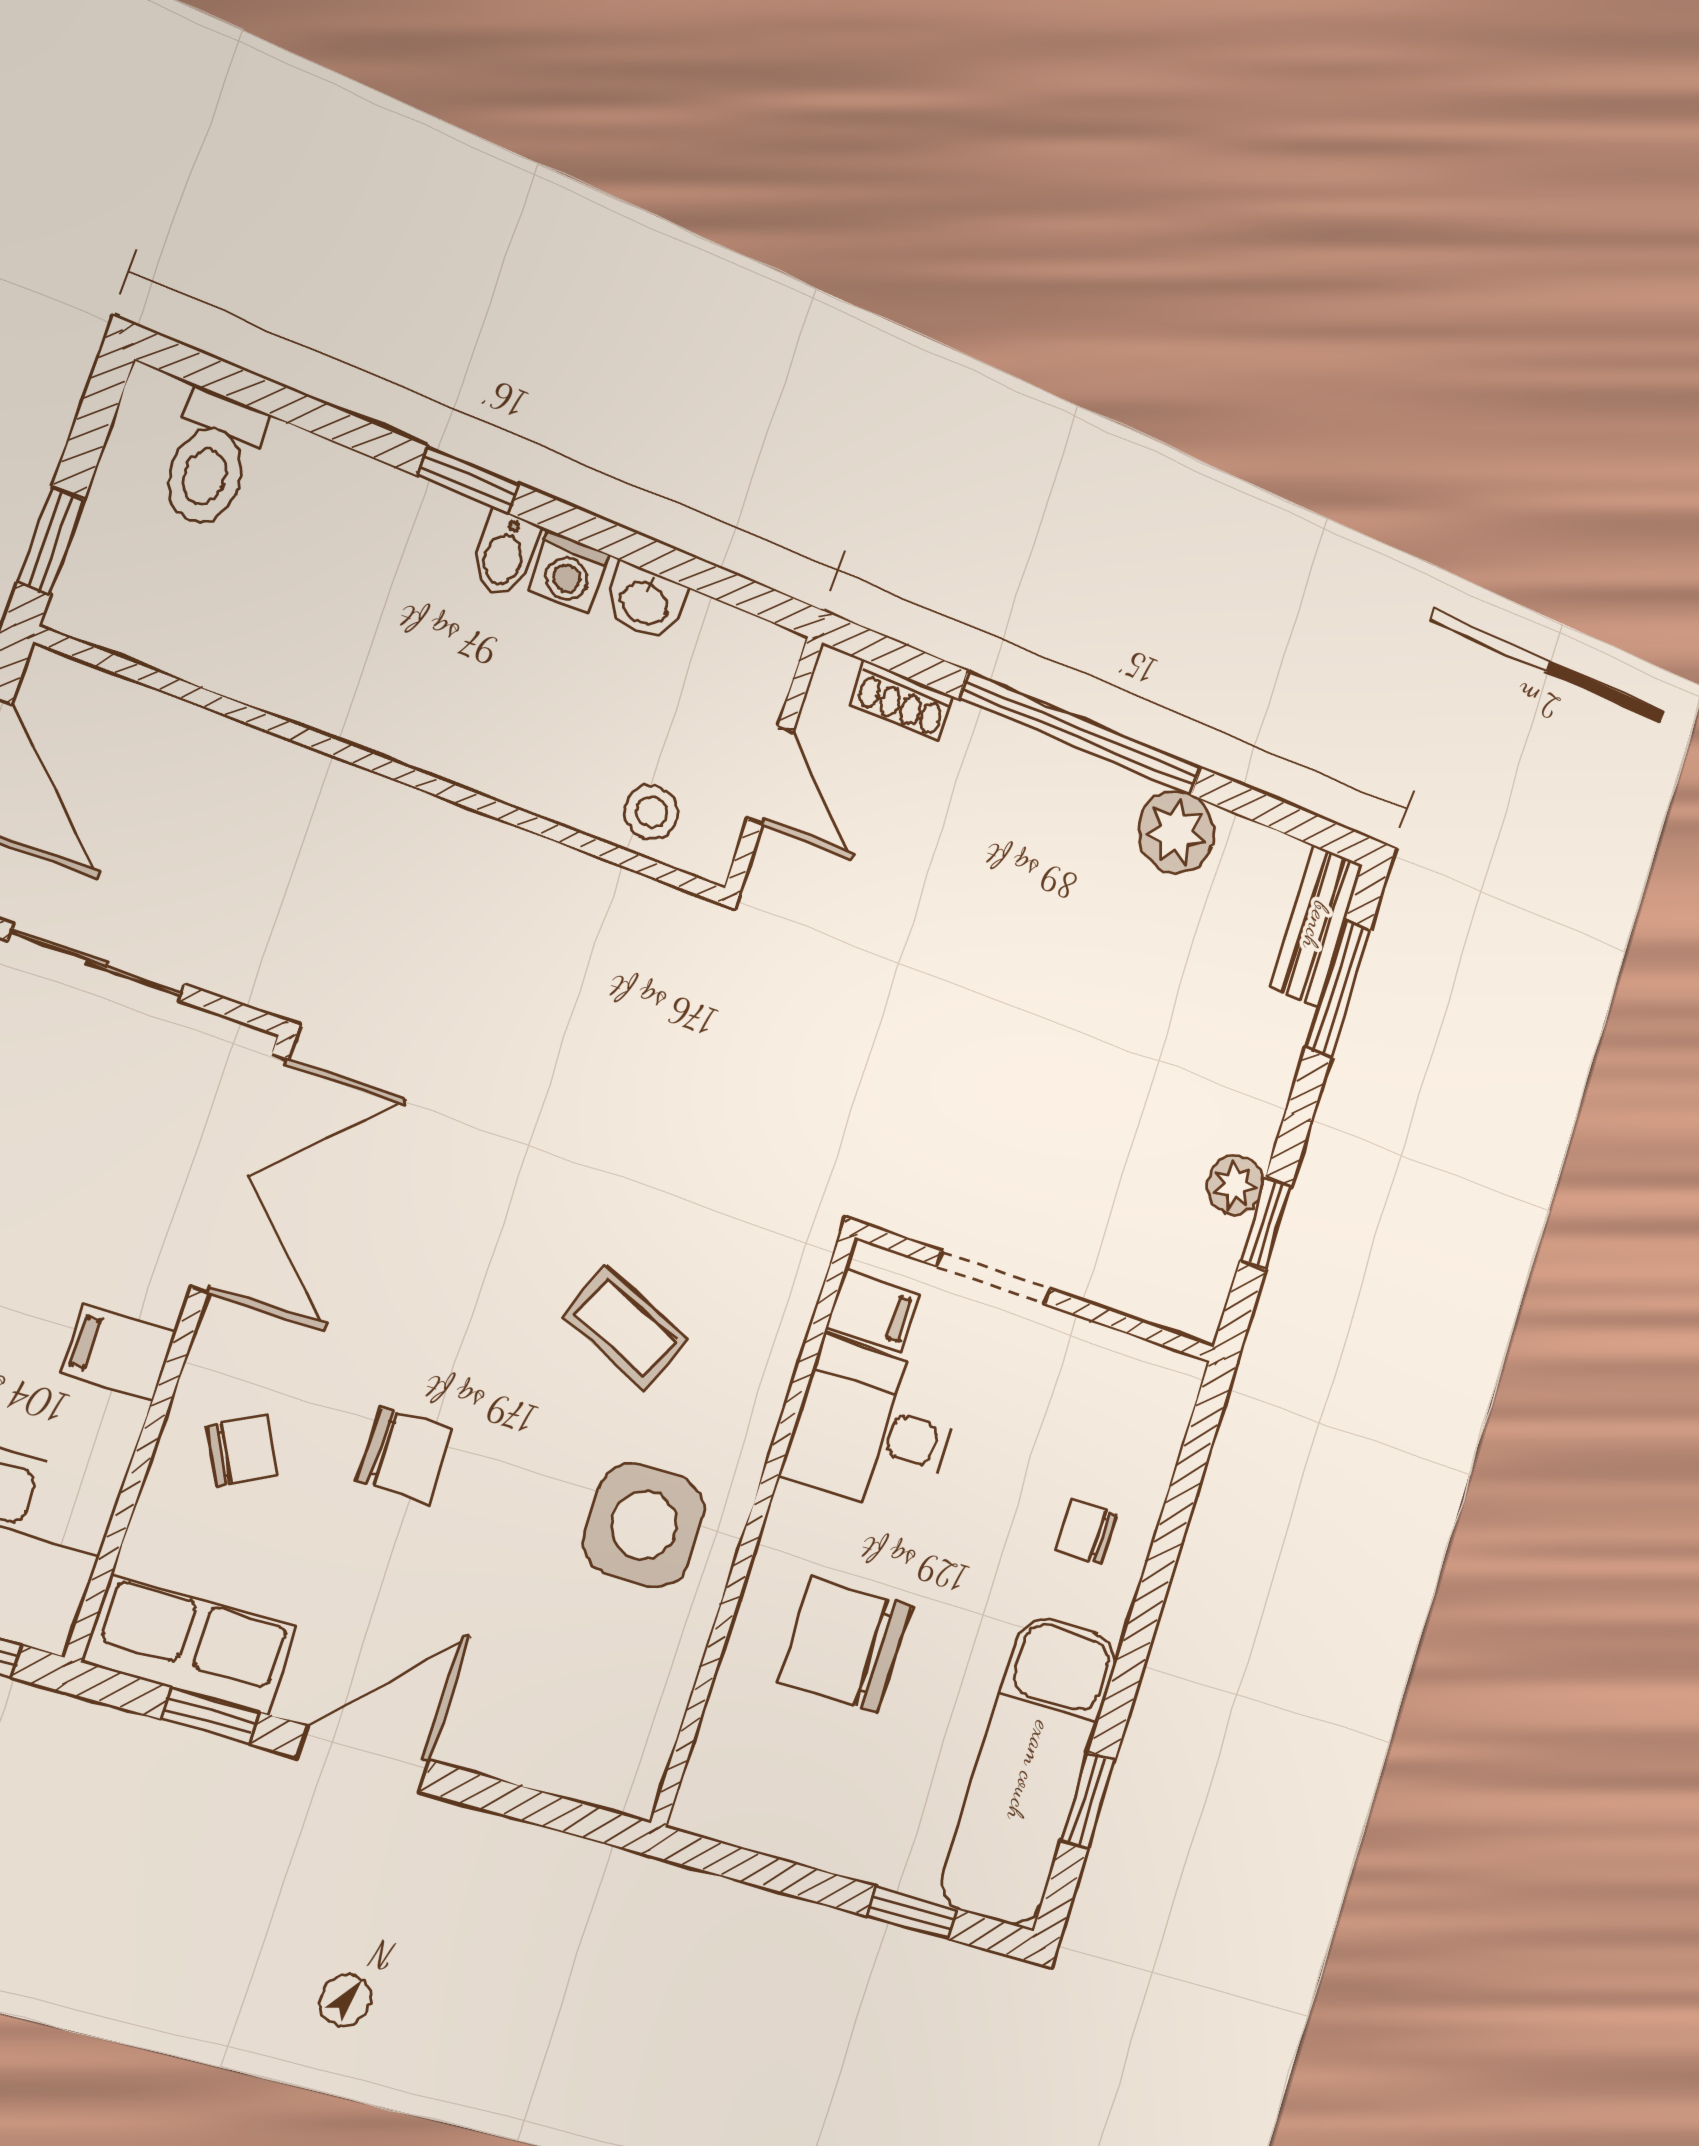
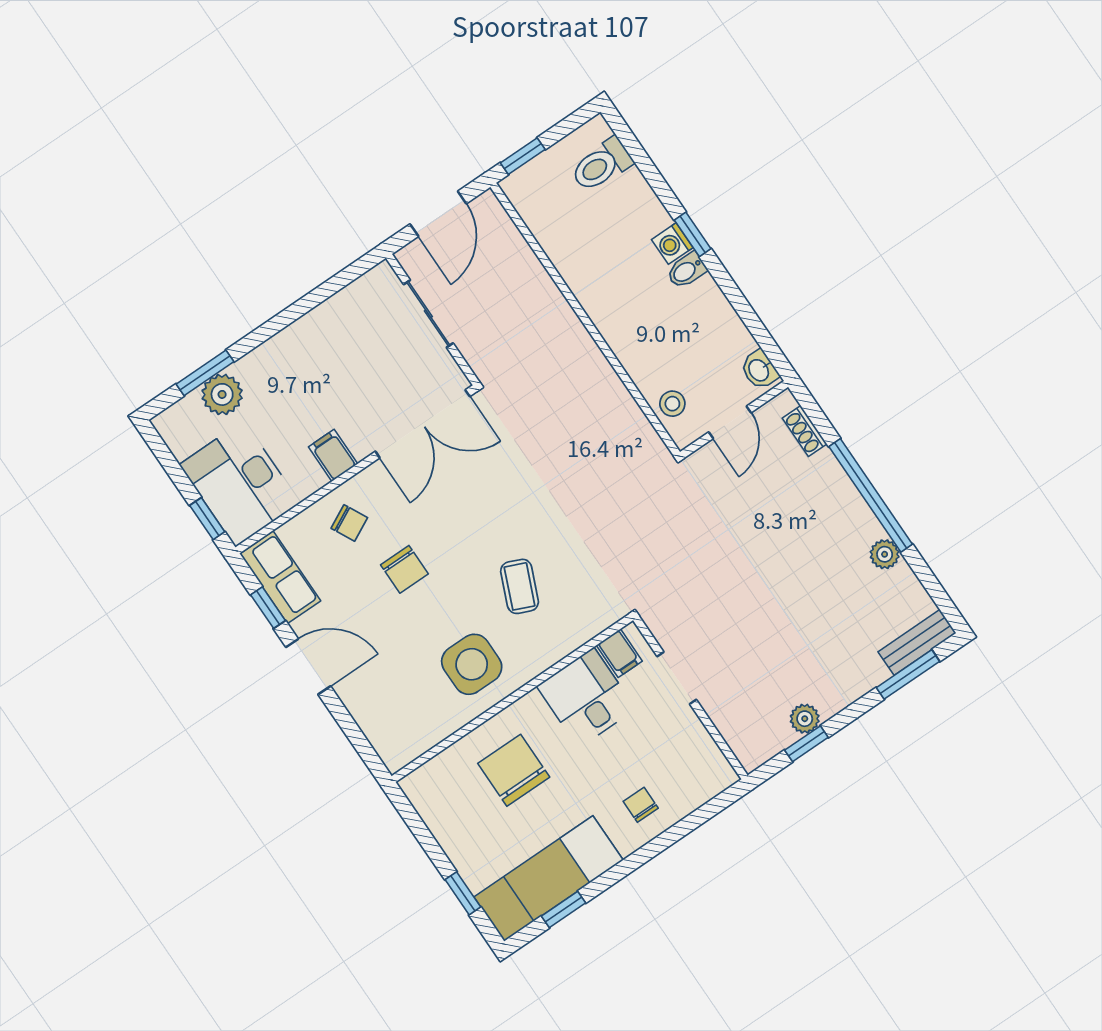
washing machine: (569, 572) -> (672, 244), moved
washbasin: (645, 602) -> (759, 370), moved
plant: (1176, 832) -> (885, 554), width x0.73, depth x0.73

